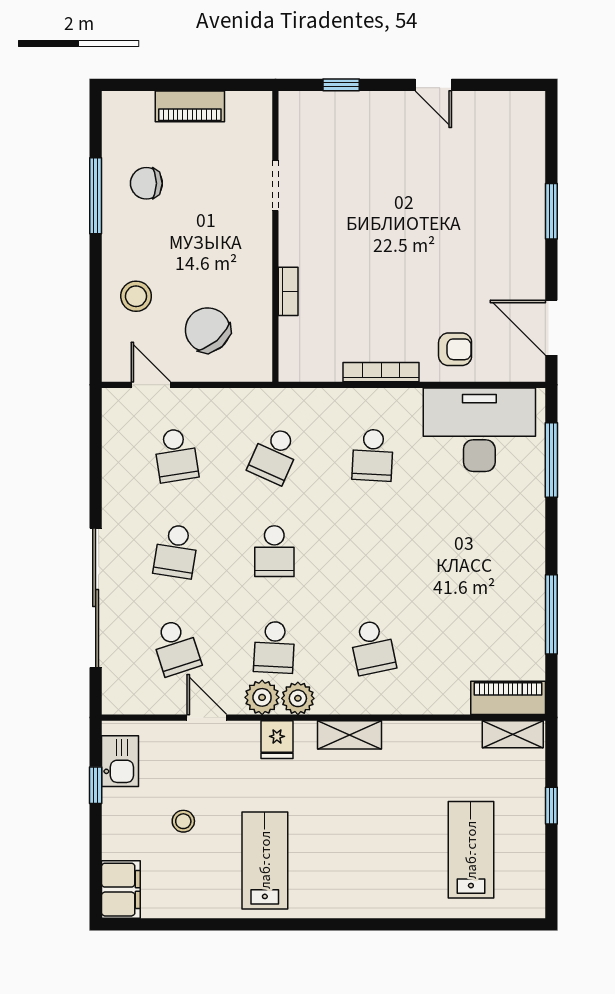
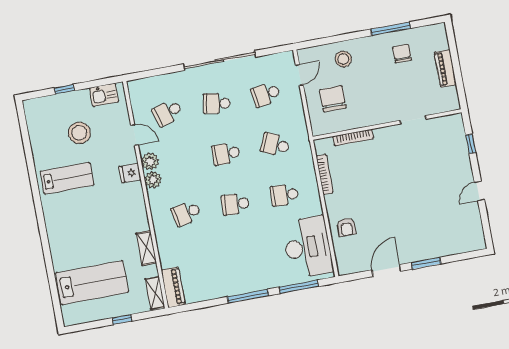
bookcase: (288, 291) -> (353, 138), width x1.56
door: (551, 328) -> (386, 271), moved
chair: (208, 330) -> (333, 99), turned -49
bookcase: (381, 372) -> (325, 174), moved
sliding door: (96, 598) -> (220, 60), moved
window: (551, 614) -> (248, 296), moved
school desk: (274, 647) -> (235, 204), moved
door: (207, 718) -> (135, 135), hinge flipped
shelving: (350, 735) -> (146, 248), moved
window: (96, 785) -> (64, 89), moved
stool: (183, 821) -> (79, 133), width x1.89, depth x1.89
lab bench: (471, 850) -> (92, 283), width x1.36, depth x1.39
filing cabinet: (121, 890) -> (38, 107), removed

